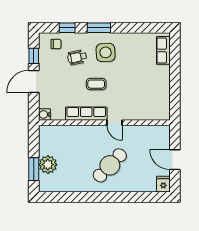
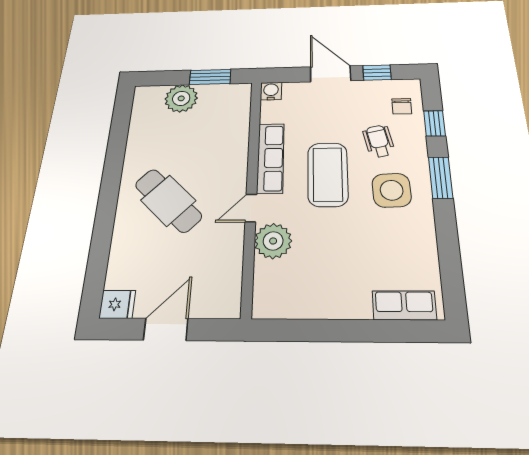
coffee table: (96, 84) -> (328, 174), width x1.86, depth x1.72
plant: (132, 111) -> (273, 241), added
window: (34, 169) -> (210, 77), moved

